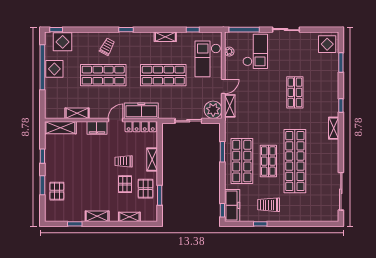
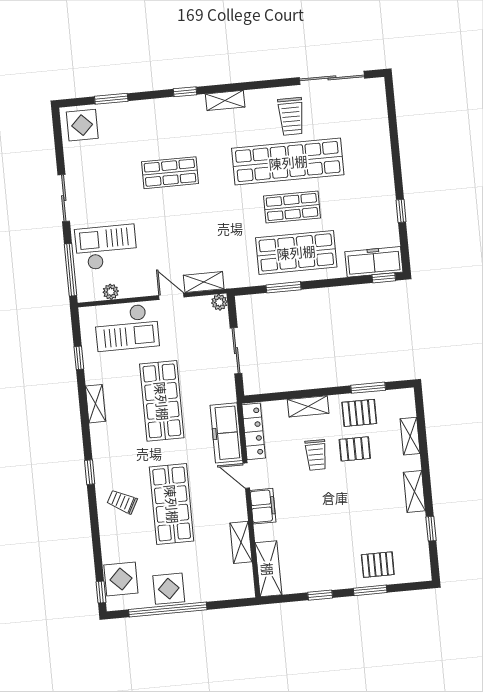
plant: (213, 110) -> (219, 302), width x0.53, depth x0.53
trolley: (269, 205) -> (291, 116), moved

